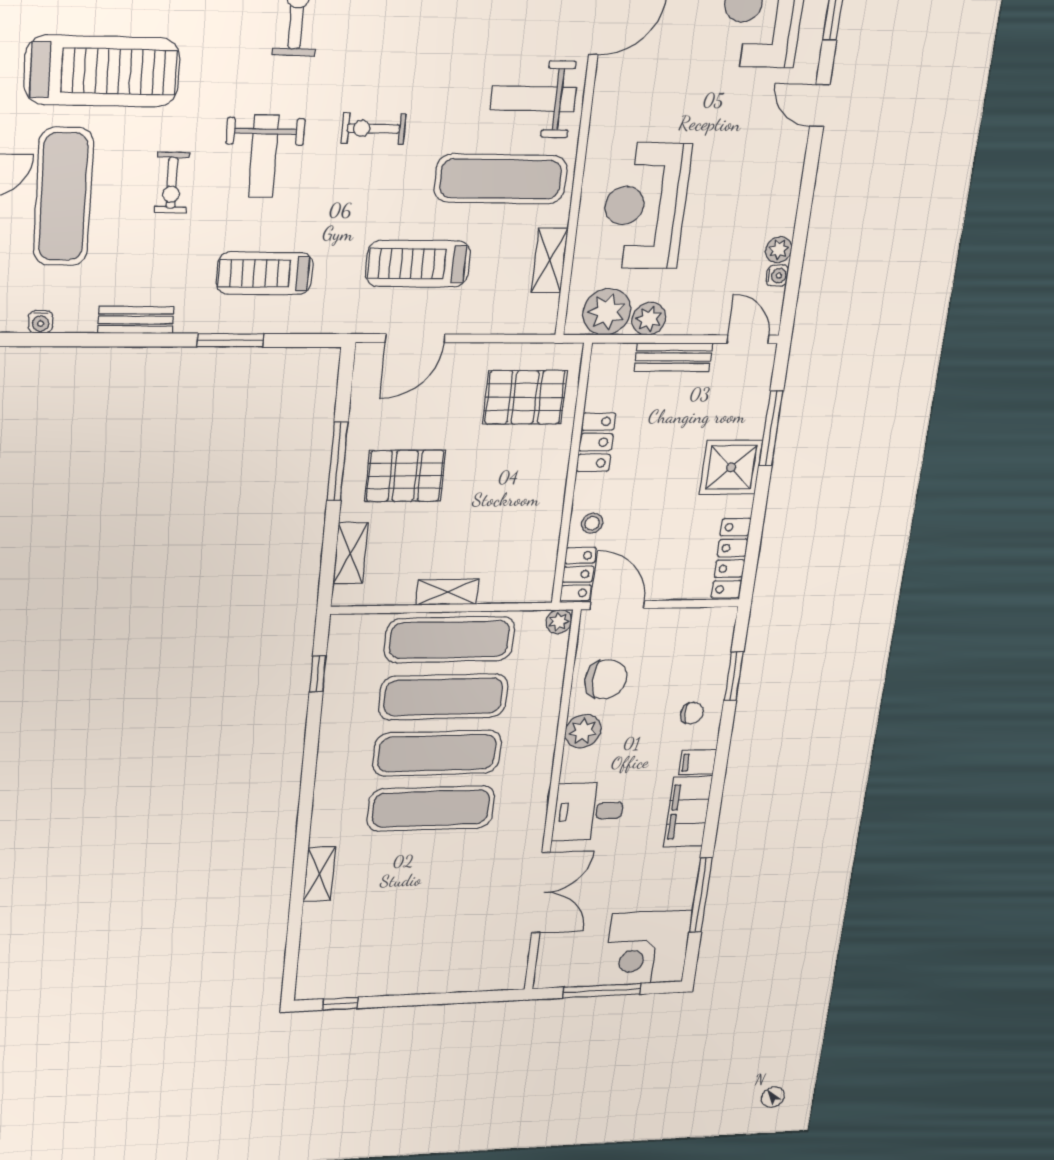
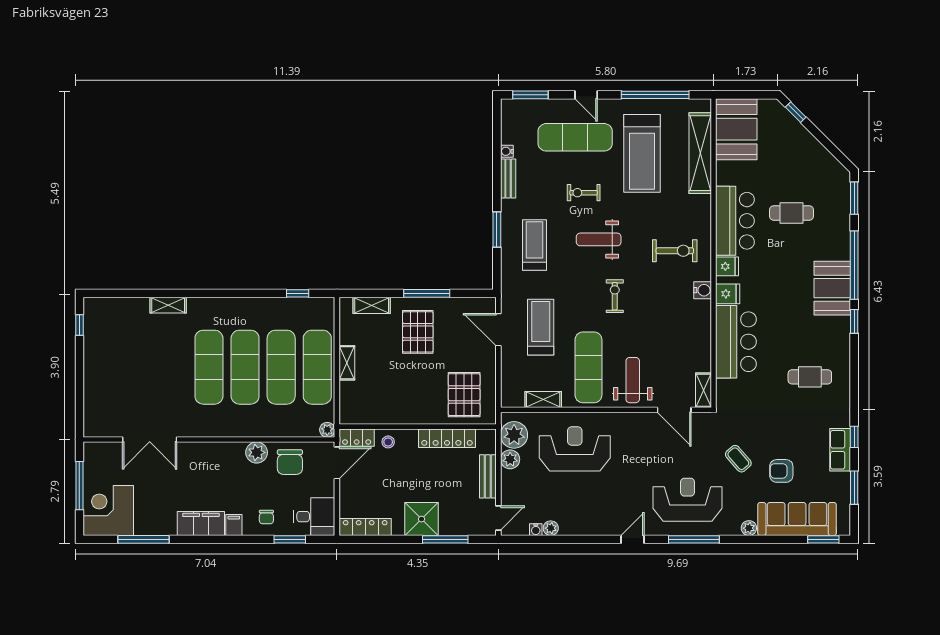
water cooler: (41, 322) -> (507, 151), moved
locker: (596, 442) -> (447, 438), width x1.53
desk: (589, 811) -> (314, 517), moved, turned 90

